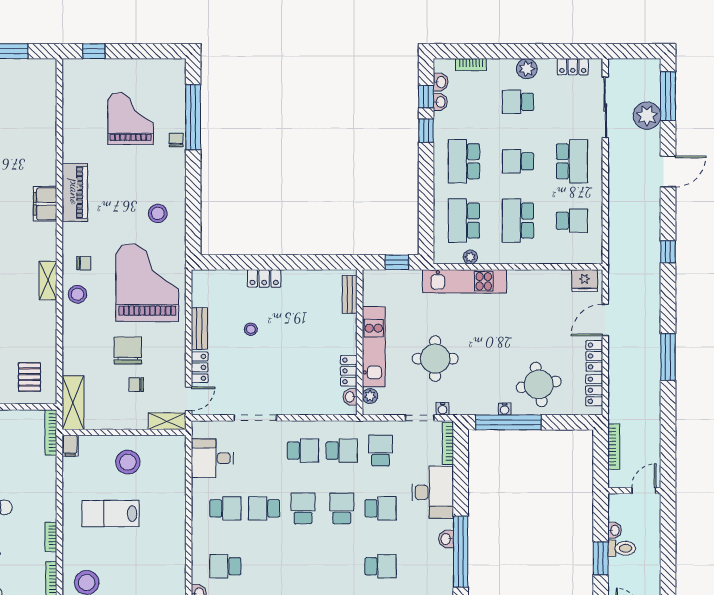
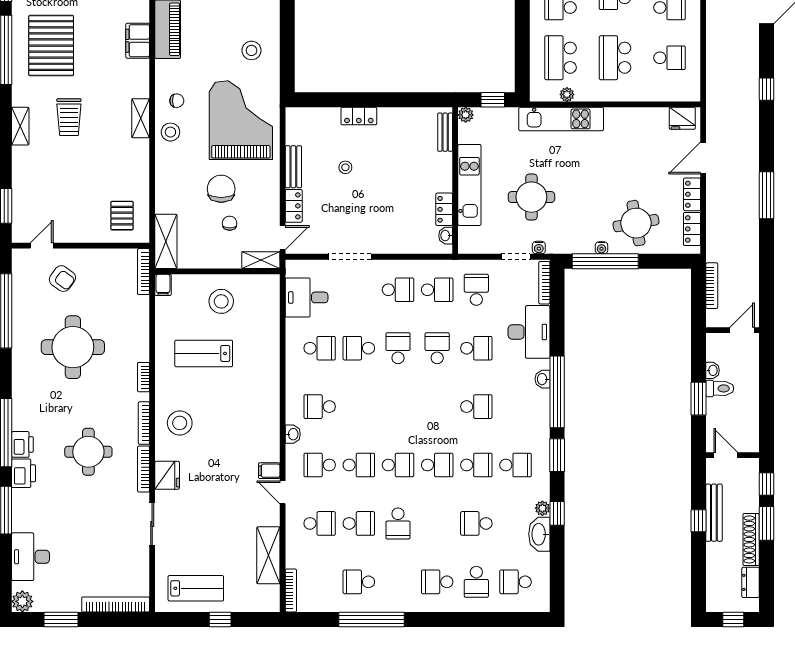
chair: (136, 385) -> (230, 223), turned 90
plant: (370, 396) -> (466, 115), moved

